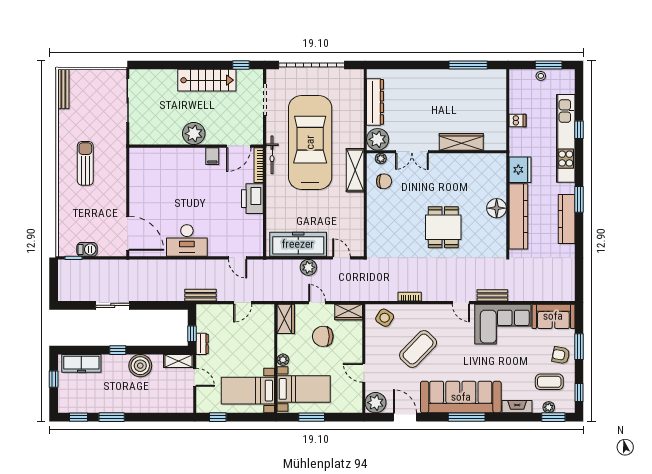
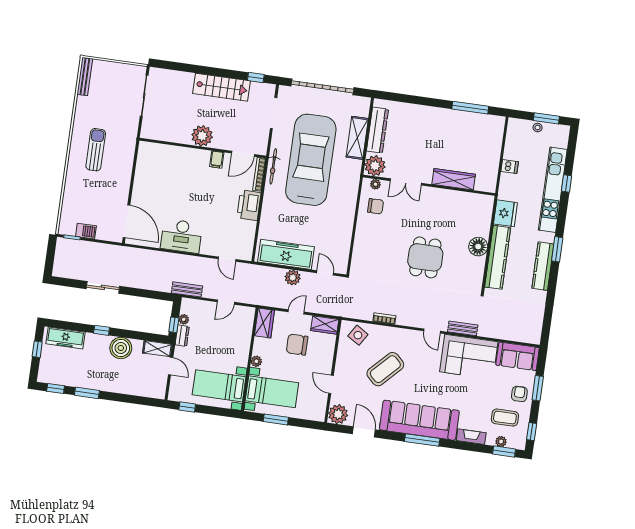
shelving: (355, 170) -> (357, 138), moved
door: (317, 303) -> (296, 312), hinge flipped
plant: (201, 327) -> (184, 319), added
armchair: (561, 355) -> (519, 394), turned 79

